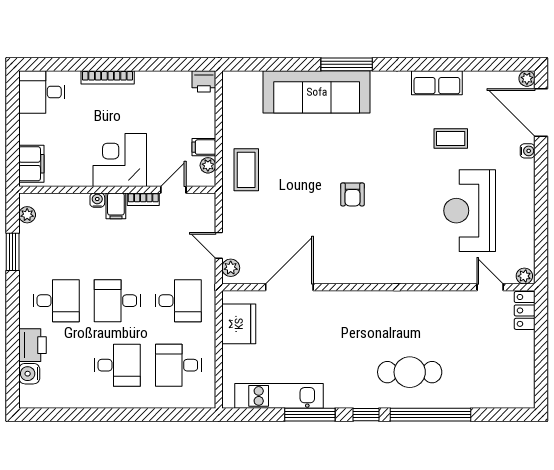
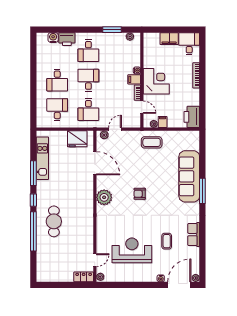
printer: (204, 81) -> (192, 117), width x1.87, depth x1.48
filing cabinet: (31, 164) -> (169, 39), moved
plant: (360, 268) -> (104, 197), added

